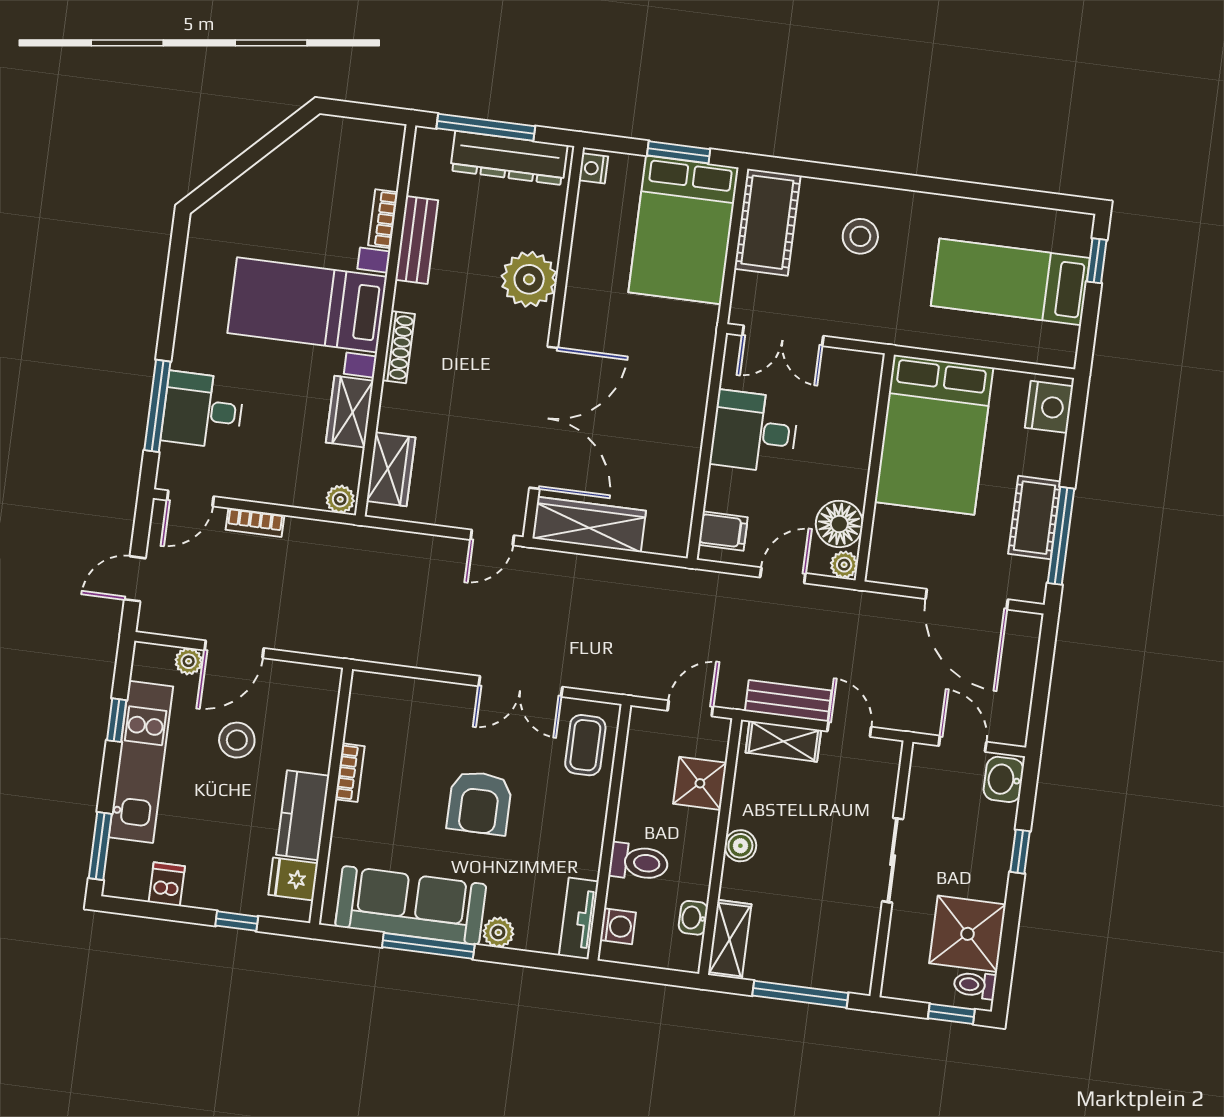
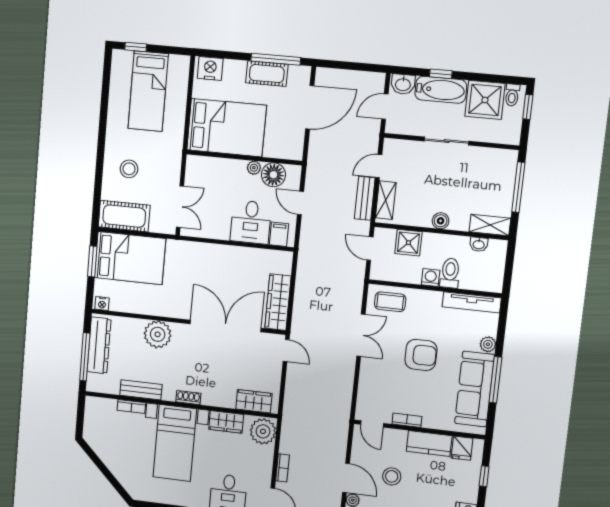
shoe rack: (399, 347) -> (188, 398), width x0.70
desk: (754, 432) -> (251, 222), moved
plant: (340, 499) -> (263, 431), width x1.88, depth x1.88
plant: (844, 565) -> (254, 168), moved
door: (343, 704) -> (372, 424), added
bathtub: (990, 851) -> (441, 90), added
tv unit: (579, 918) -> (472, 302), width x1.41
washing machine: (618, 926) -> (431, 277), moved

